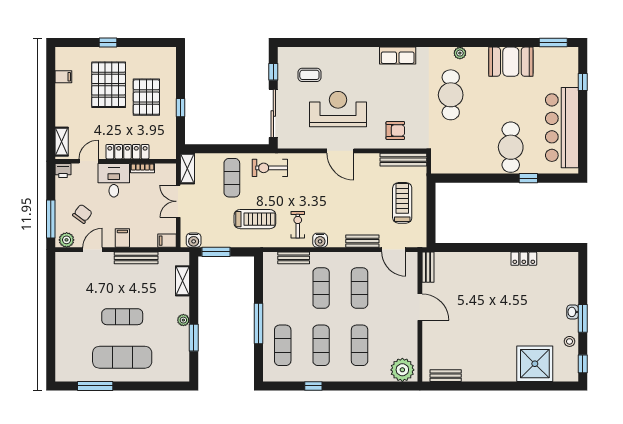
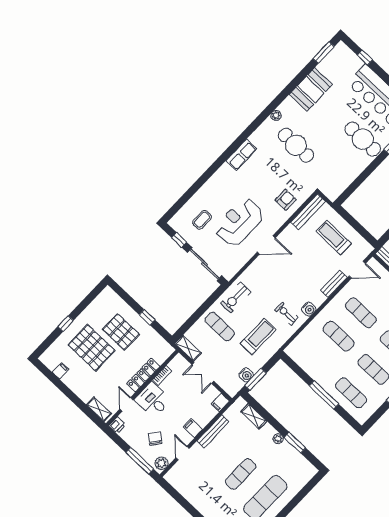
water cooler: (194, 240) -> (246, 375), moved
bench: (294, 258) -> (304, 335), removed

